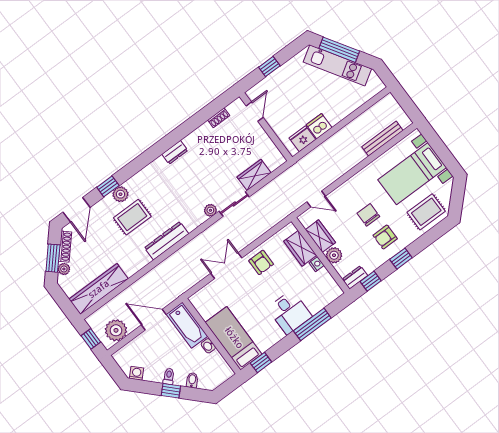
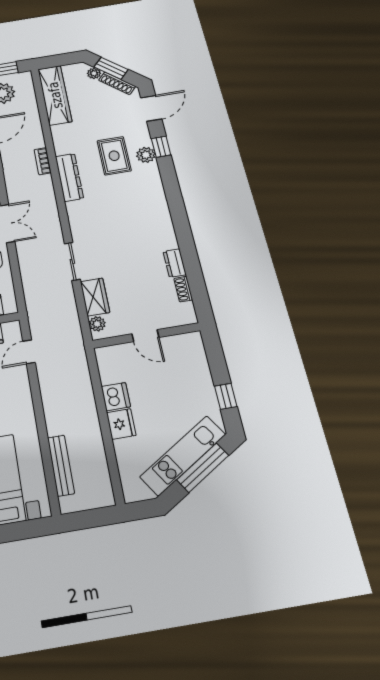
window: (269, 67) -> (226, 396), moved
door: (255, 112) -> (145, 336), moved
fridge: (302, 139) -> (121, 424), moved
dresser: (175, 152) -> (175, 263), moved
door: (77, 210) -> (151, 108), swing flipped
plant: (210, 210) -> (97, 324), moved
bookcase: (162, 268) -> (43, 161), added

